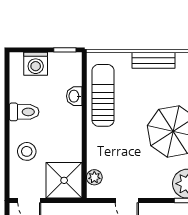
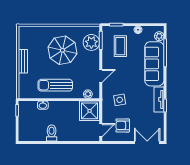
washing machine: (36, 64) -> (25, 127), removed
sun lounger: (103, 95) -> (55, 85), moved
stool: (27, 151) -> (74, 132), removed

